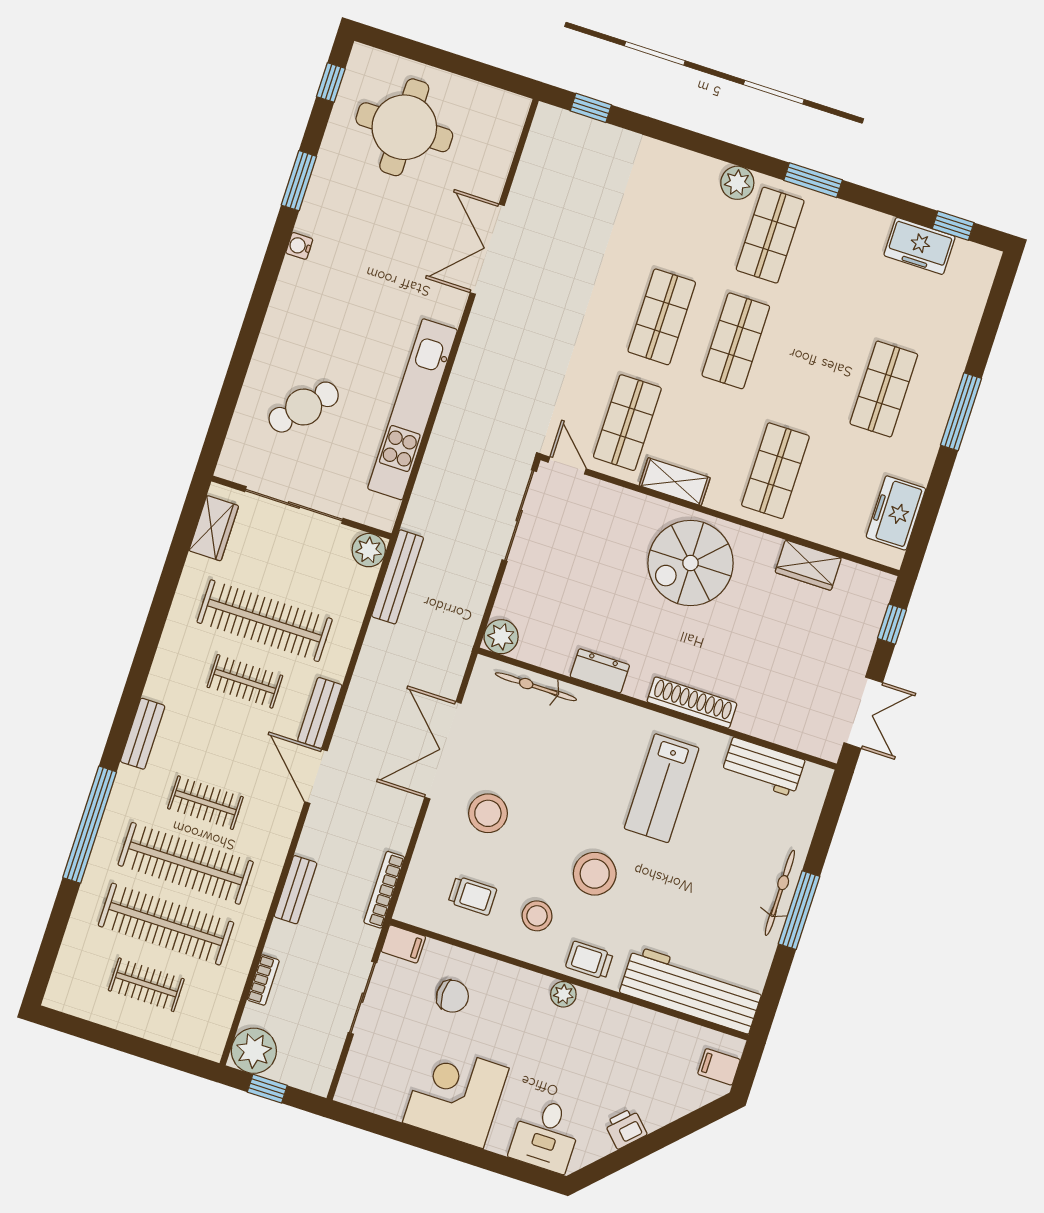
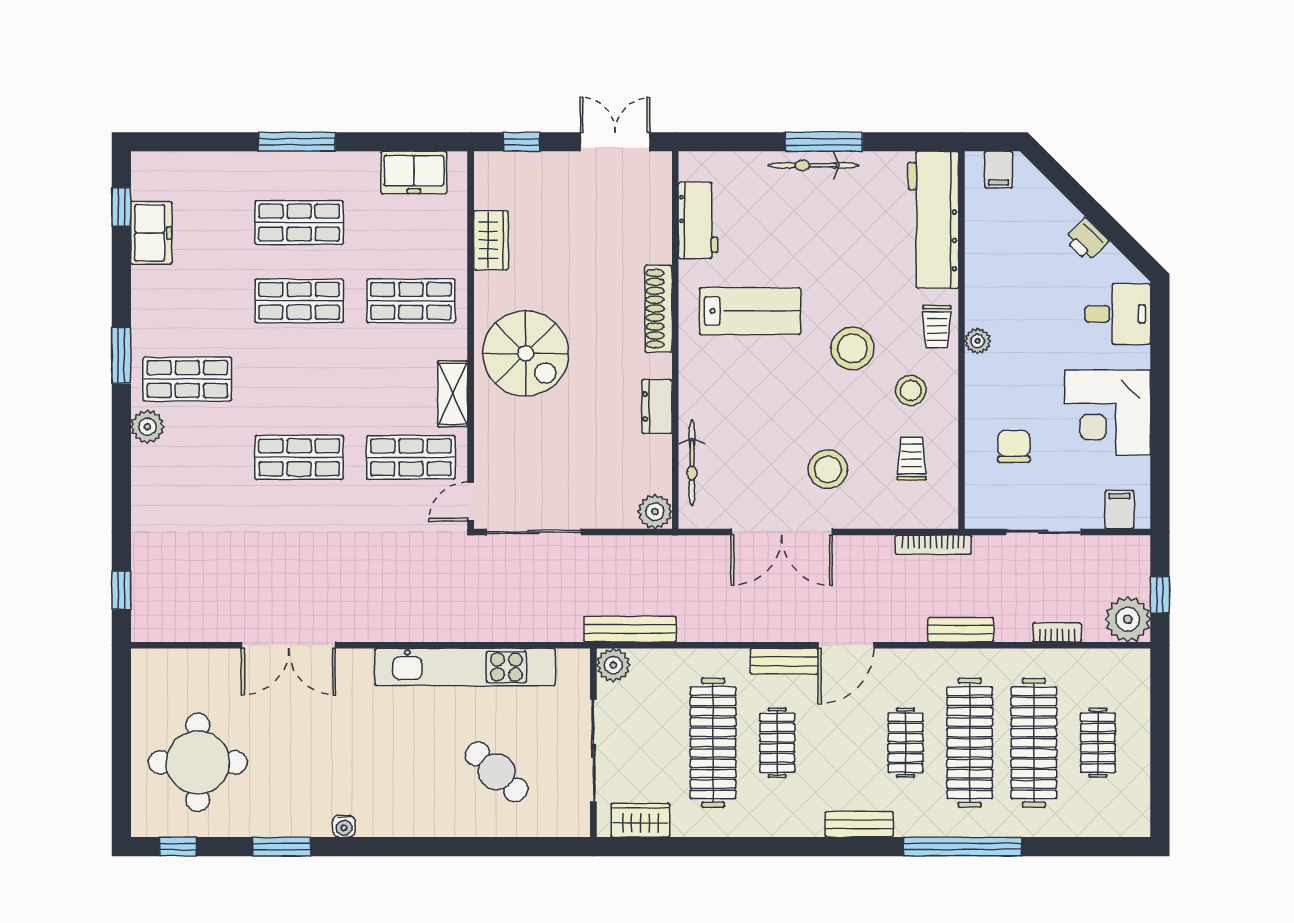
shop shelf: (736, 341) -> (299, 301), moved
filing cabinet: (403, 944) -> (1119, 510), moved

